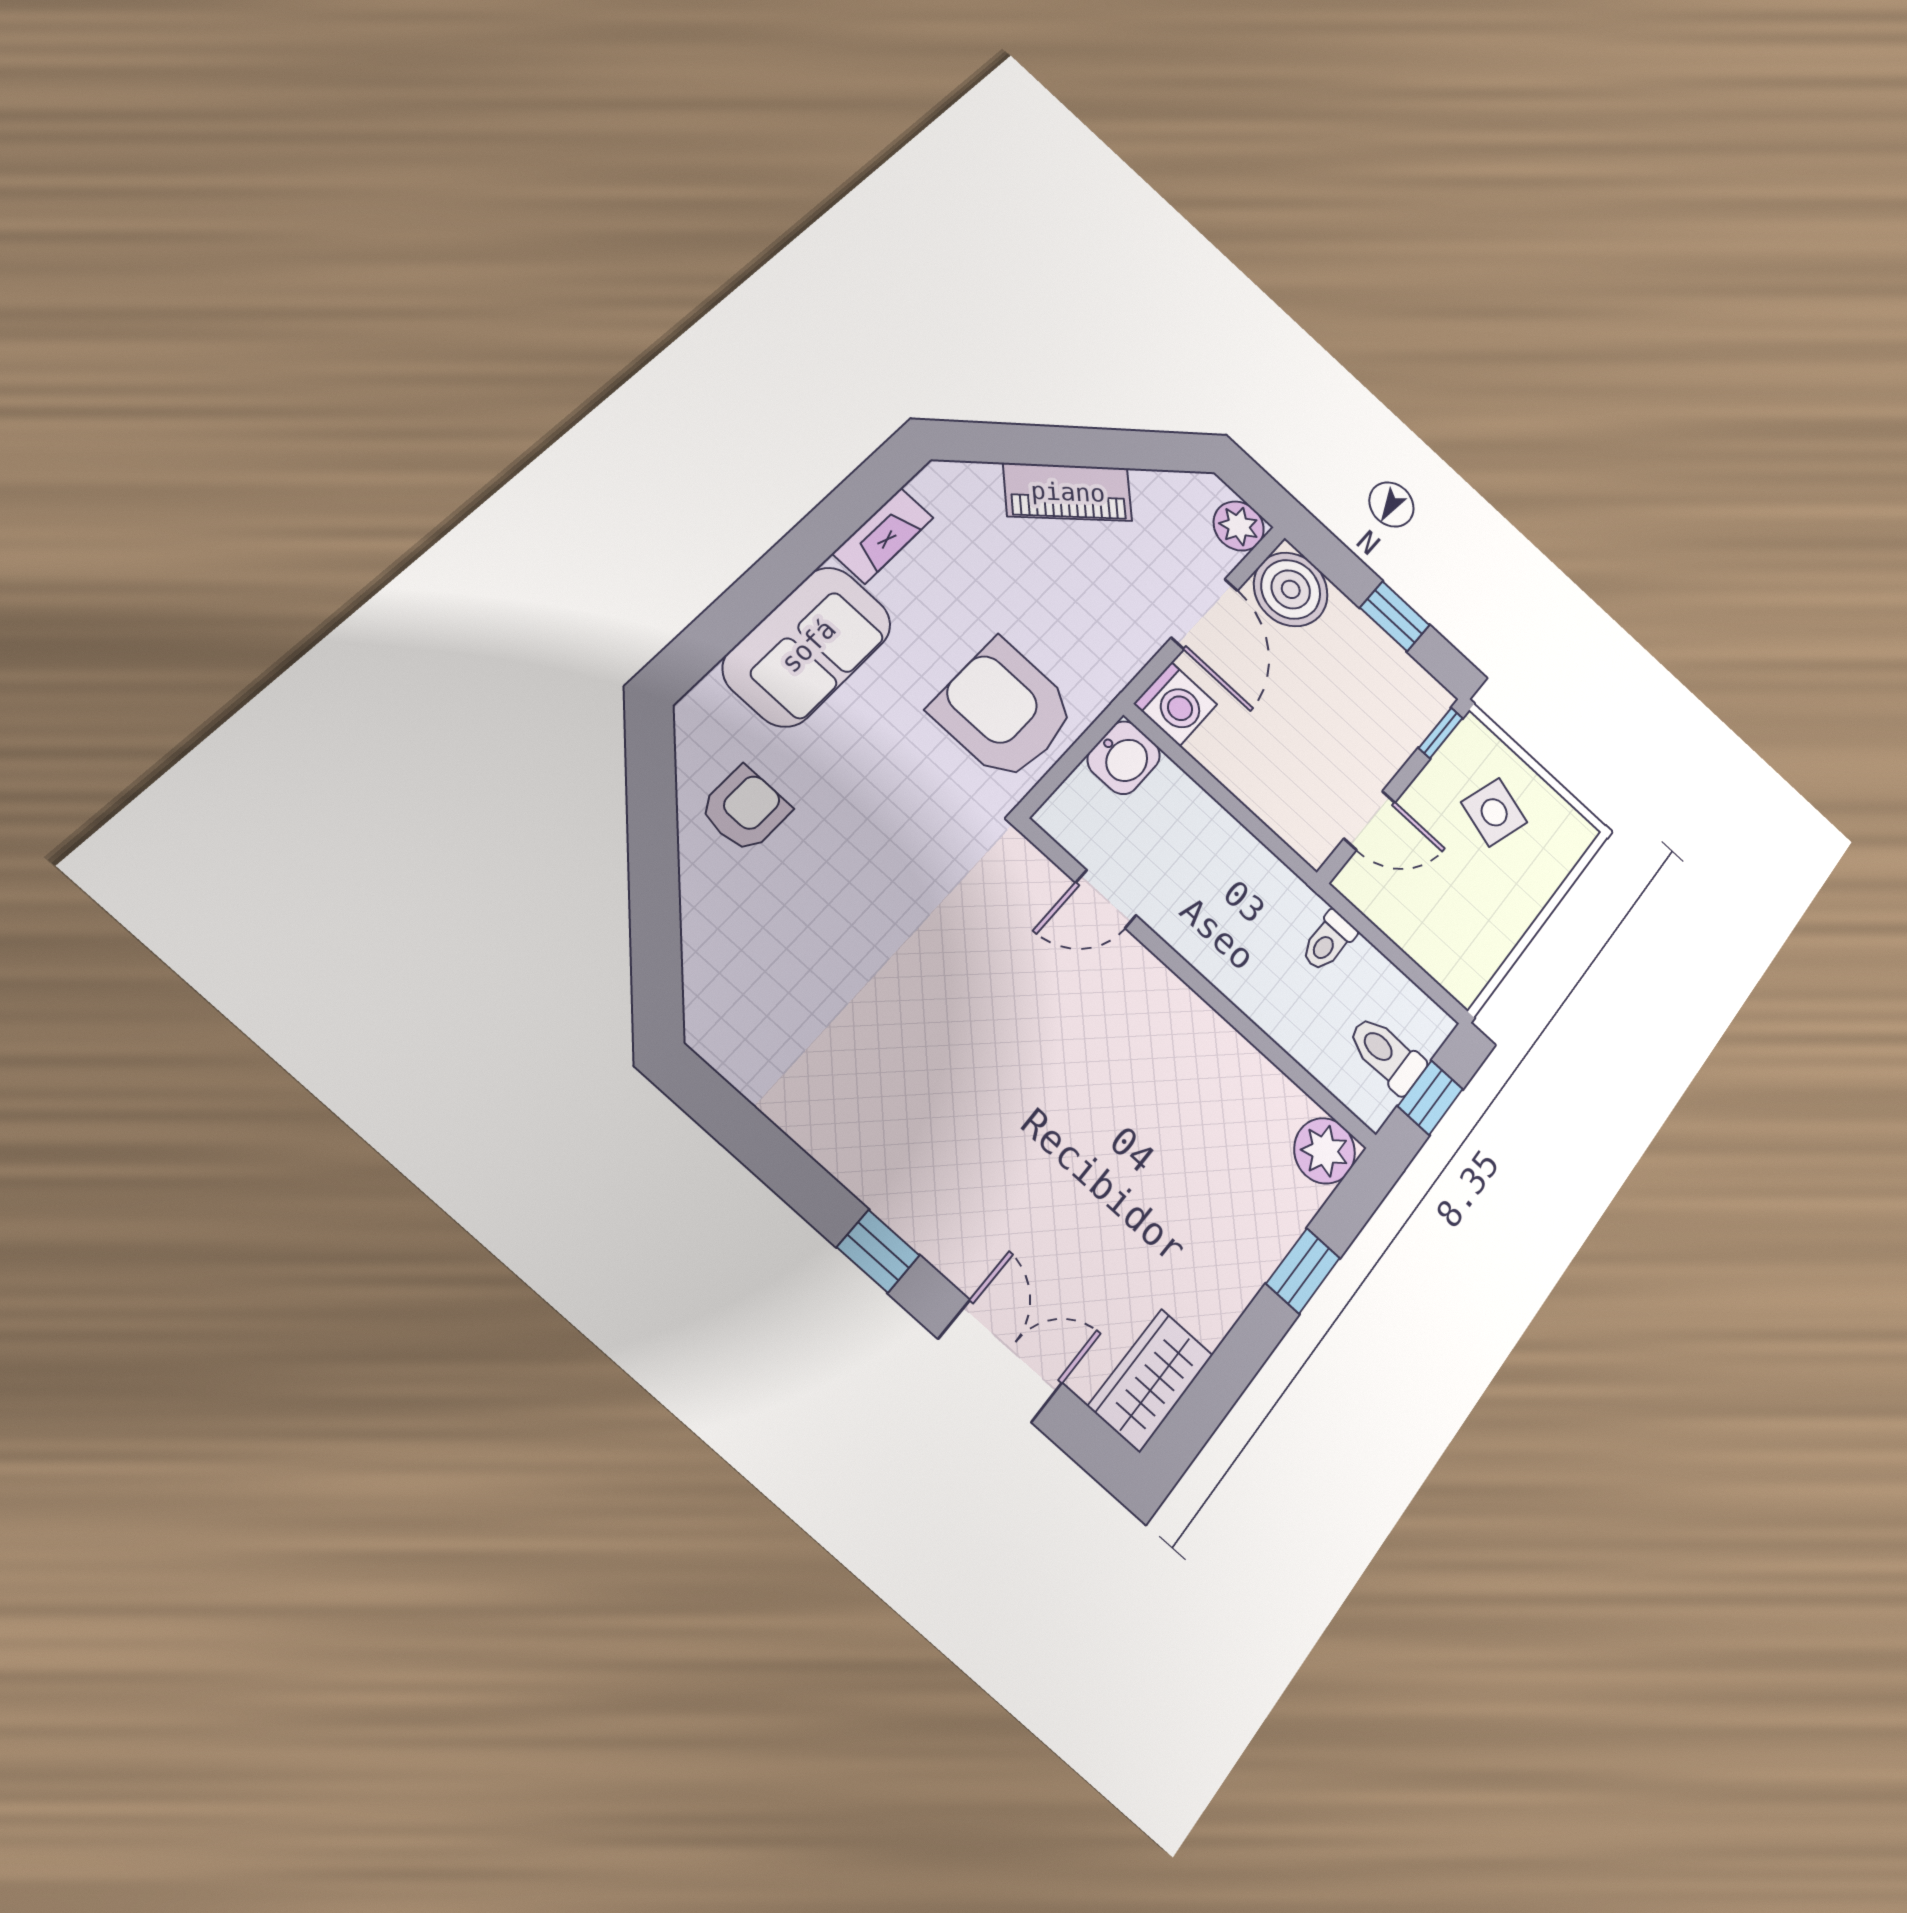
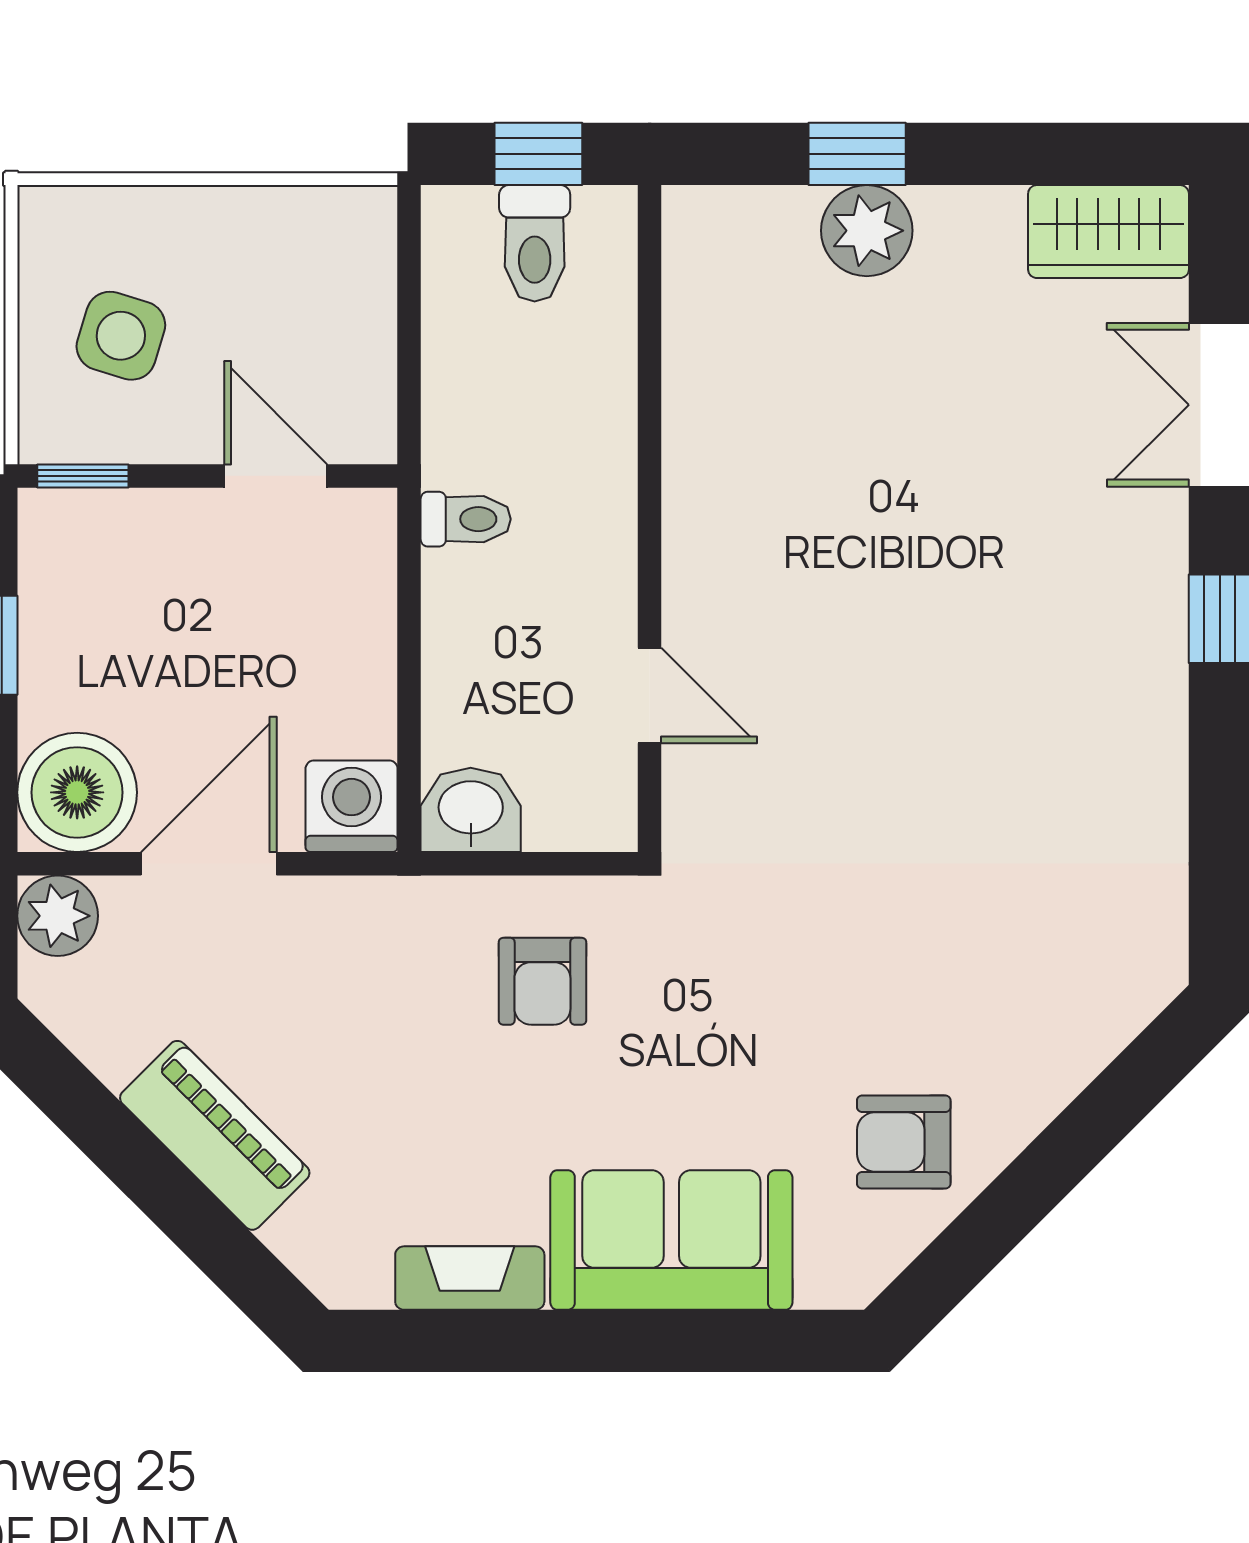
armchair: (1004, 710) -> (542, 981), width x0.53, depth x0.53
toilet: (1328, 941) -> (466, 519), moved
plant: (1325, 1151) -> (867, 231), moved

